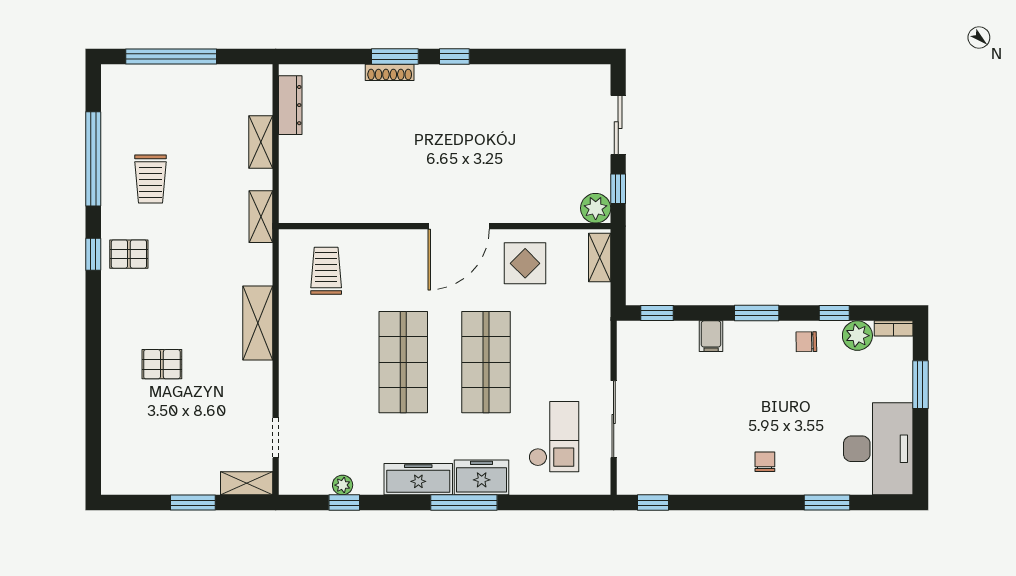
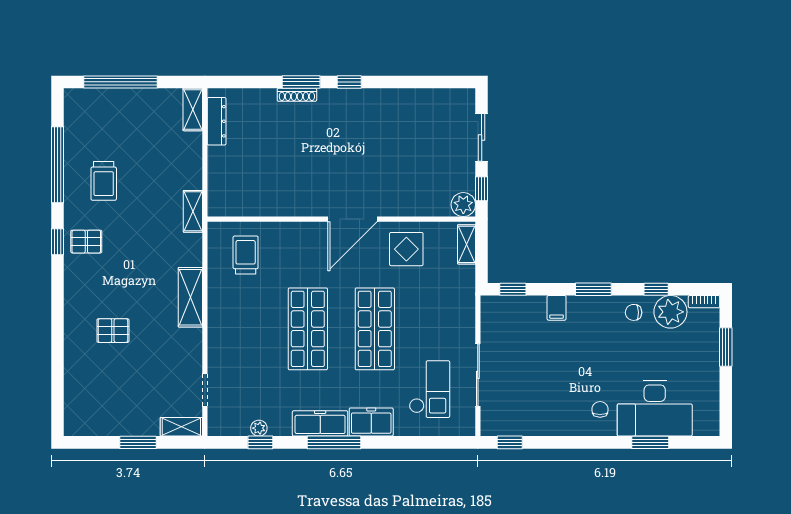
shelving: (261, 142) -> (193, 109), moved
plant: (857, 336) -> (670, 312), width x1.36, depth x1.36
desk: (878, 449) -> (655, 408), moved, turned 90
window: (464, 503) -> (334, 442), moved

